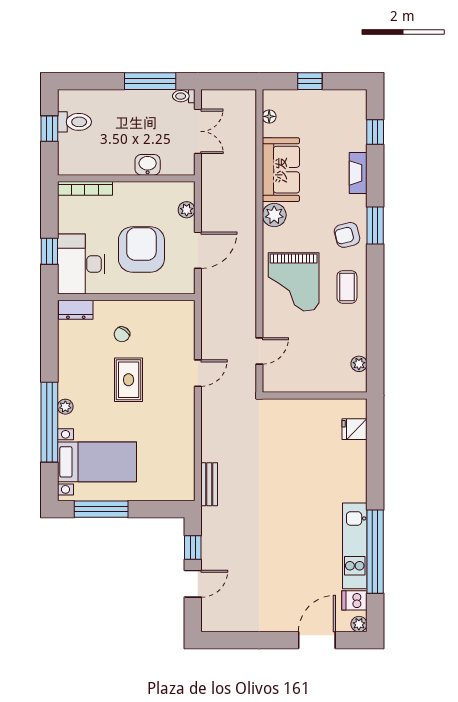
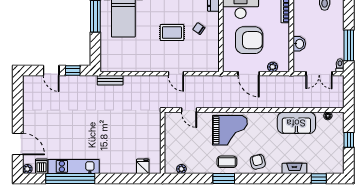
plant: (274, 215) -> (269, 119), removed
window: (375, 226) -> (224, 178), moved
grand piano: (294, 282) -> (230, 130), turned 180

